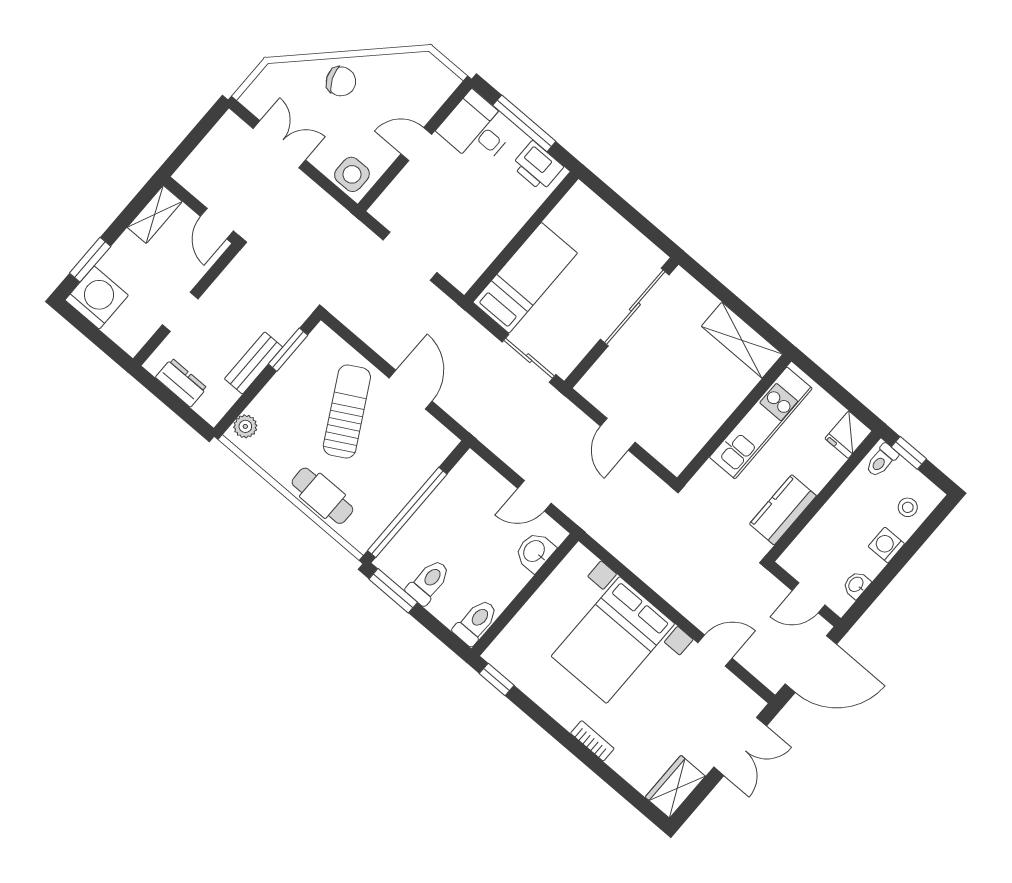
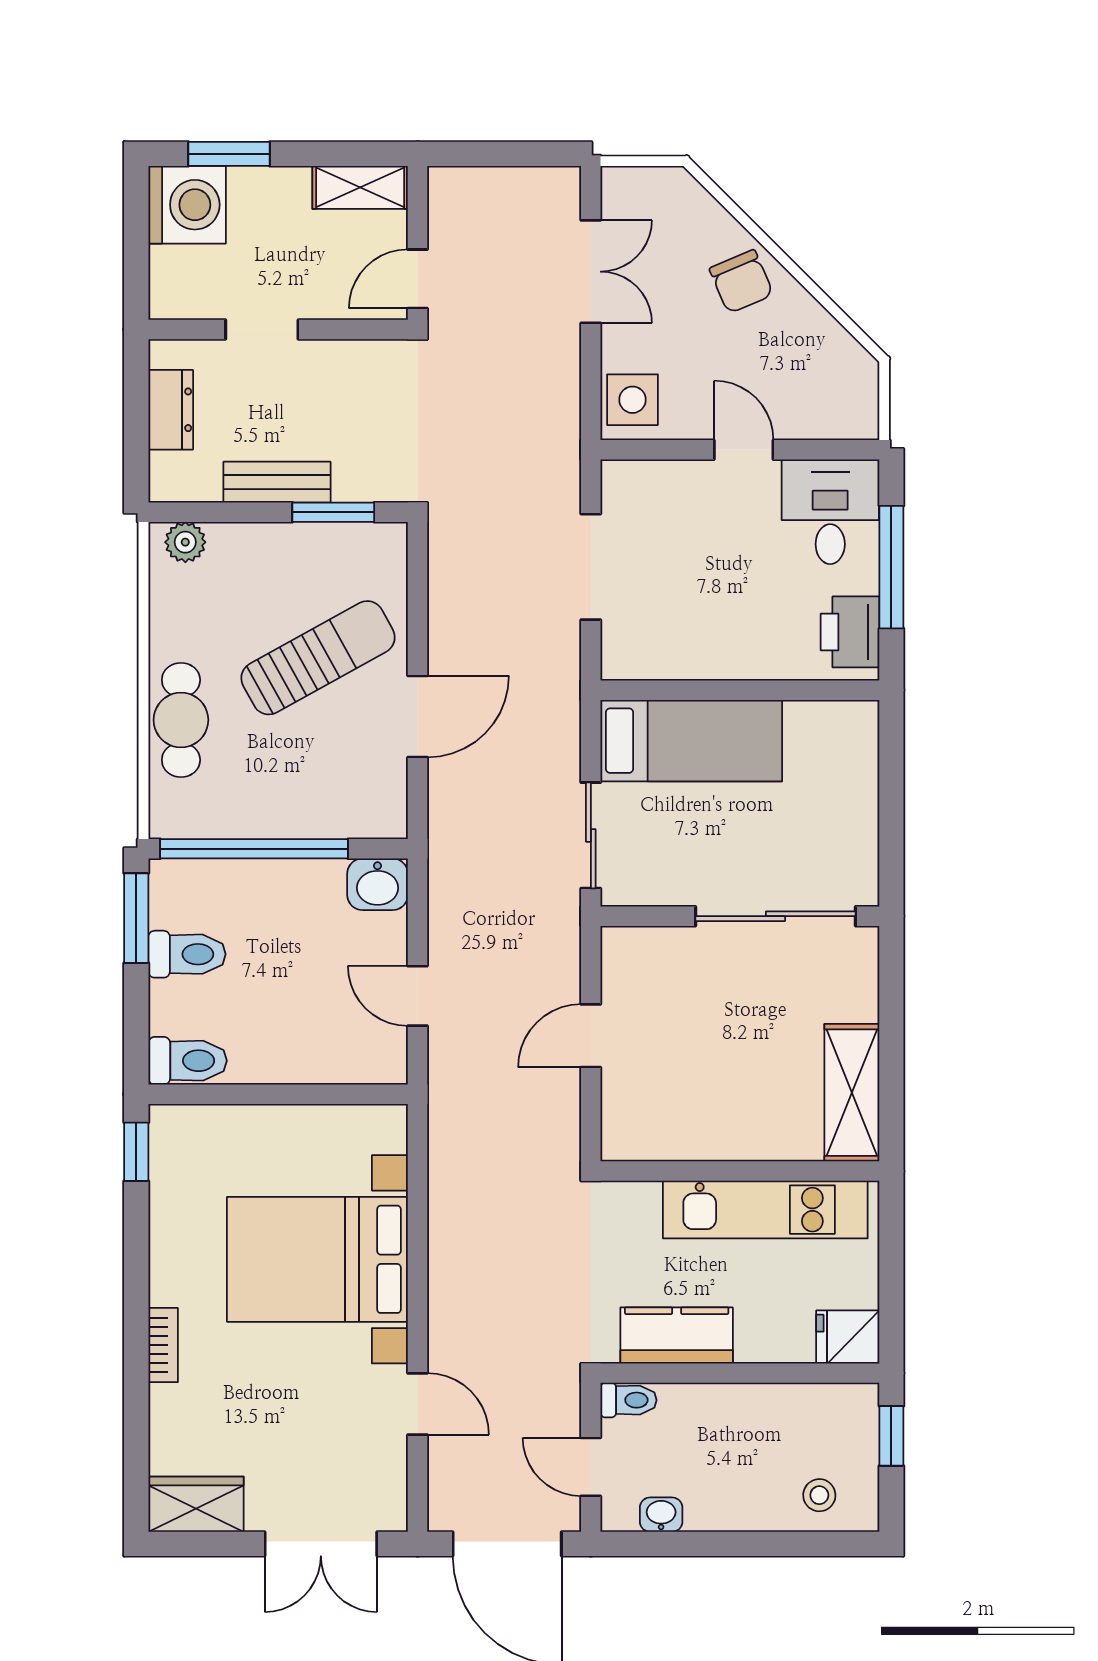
toilet: (882, 460) -> (629, 1400), moved, turned 180
washing machine: (886, 545) -> (746, 1509), removed
washbasin: (535, 552) -> (378, 884), moved, turned 180

